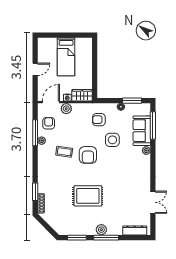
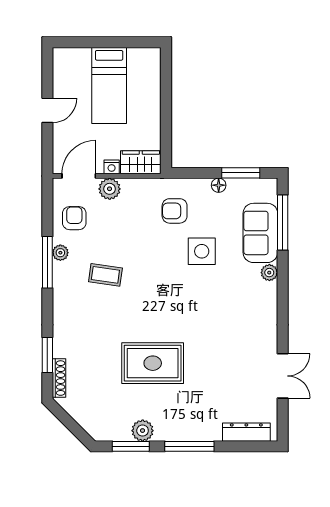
window: (35, 133) -> (47, 262), moved
armchair: (88, 155) -> (153, 281), removed
plant: (101, 230) -> (143, 431), moved

